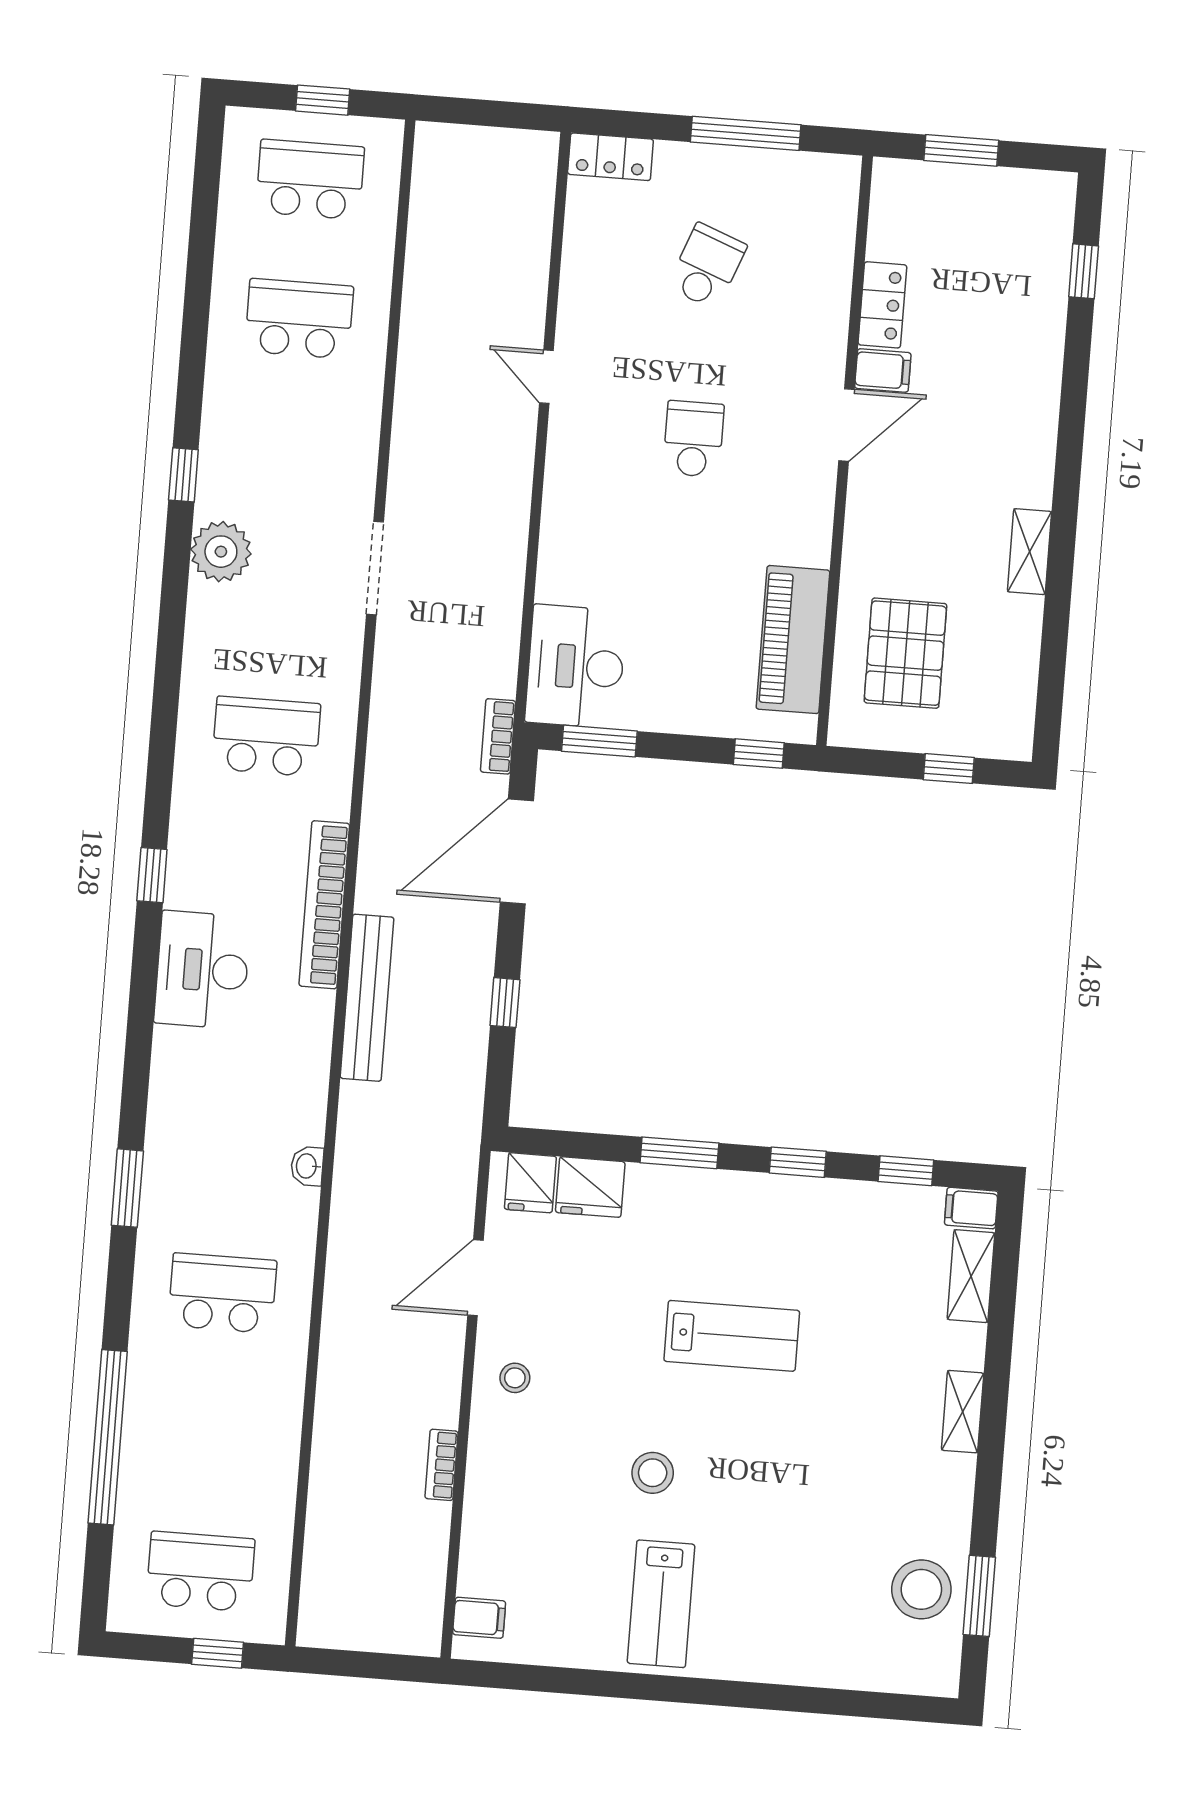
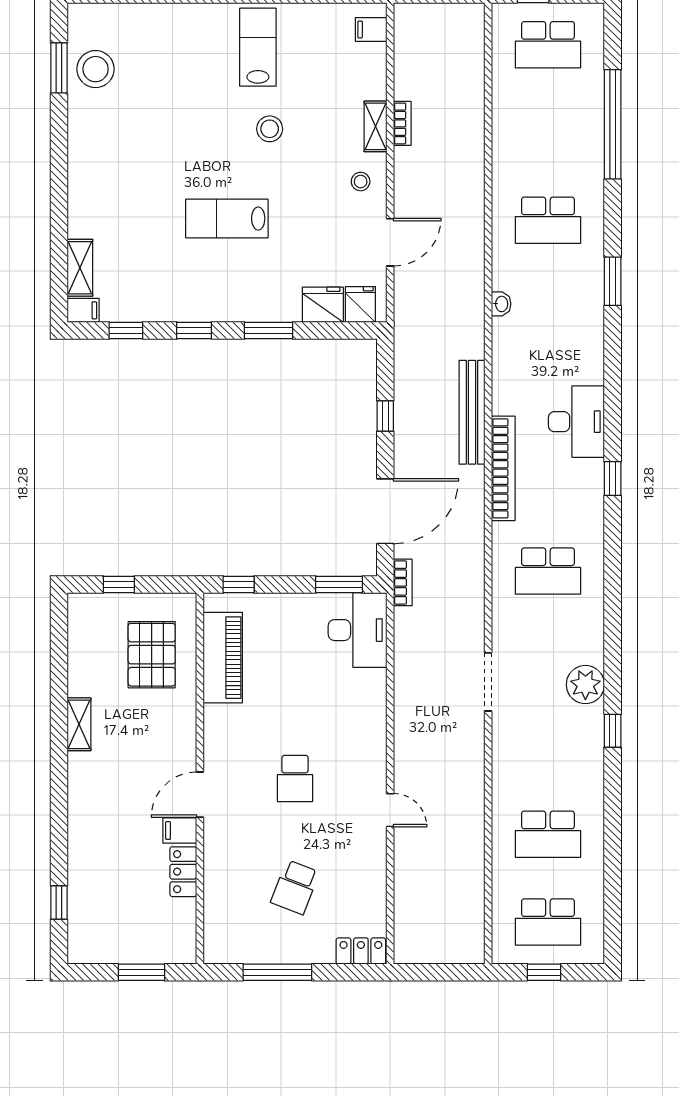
shelving: (963, 1412) -> (376, 126), moved

